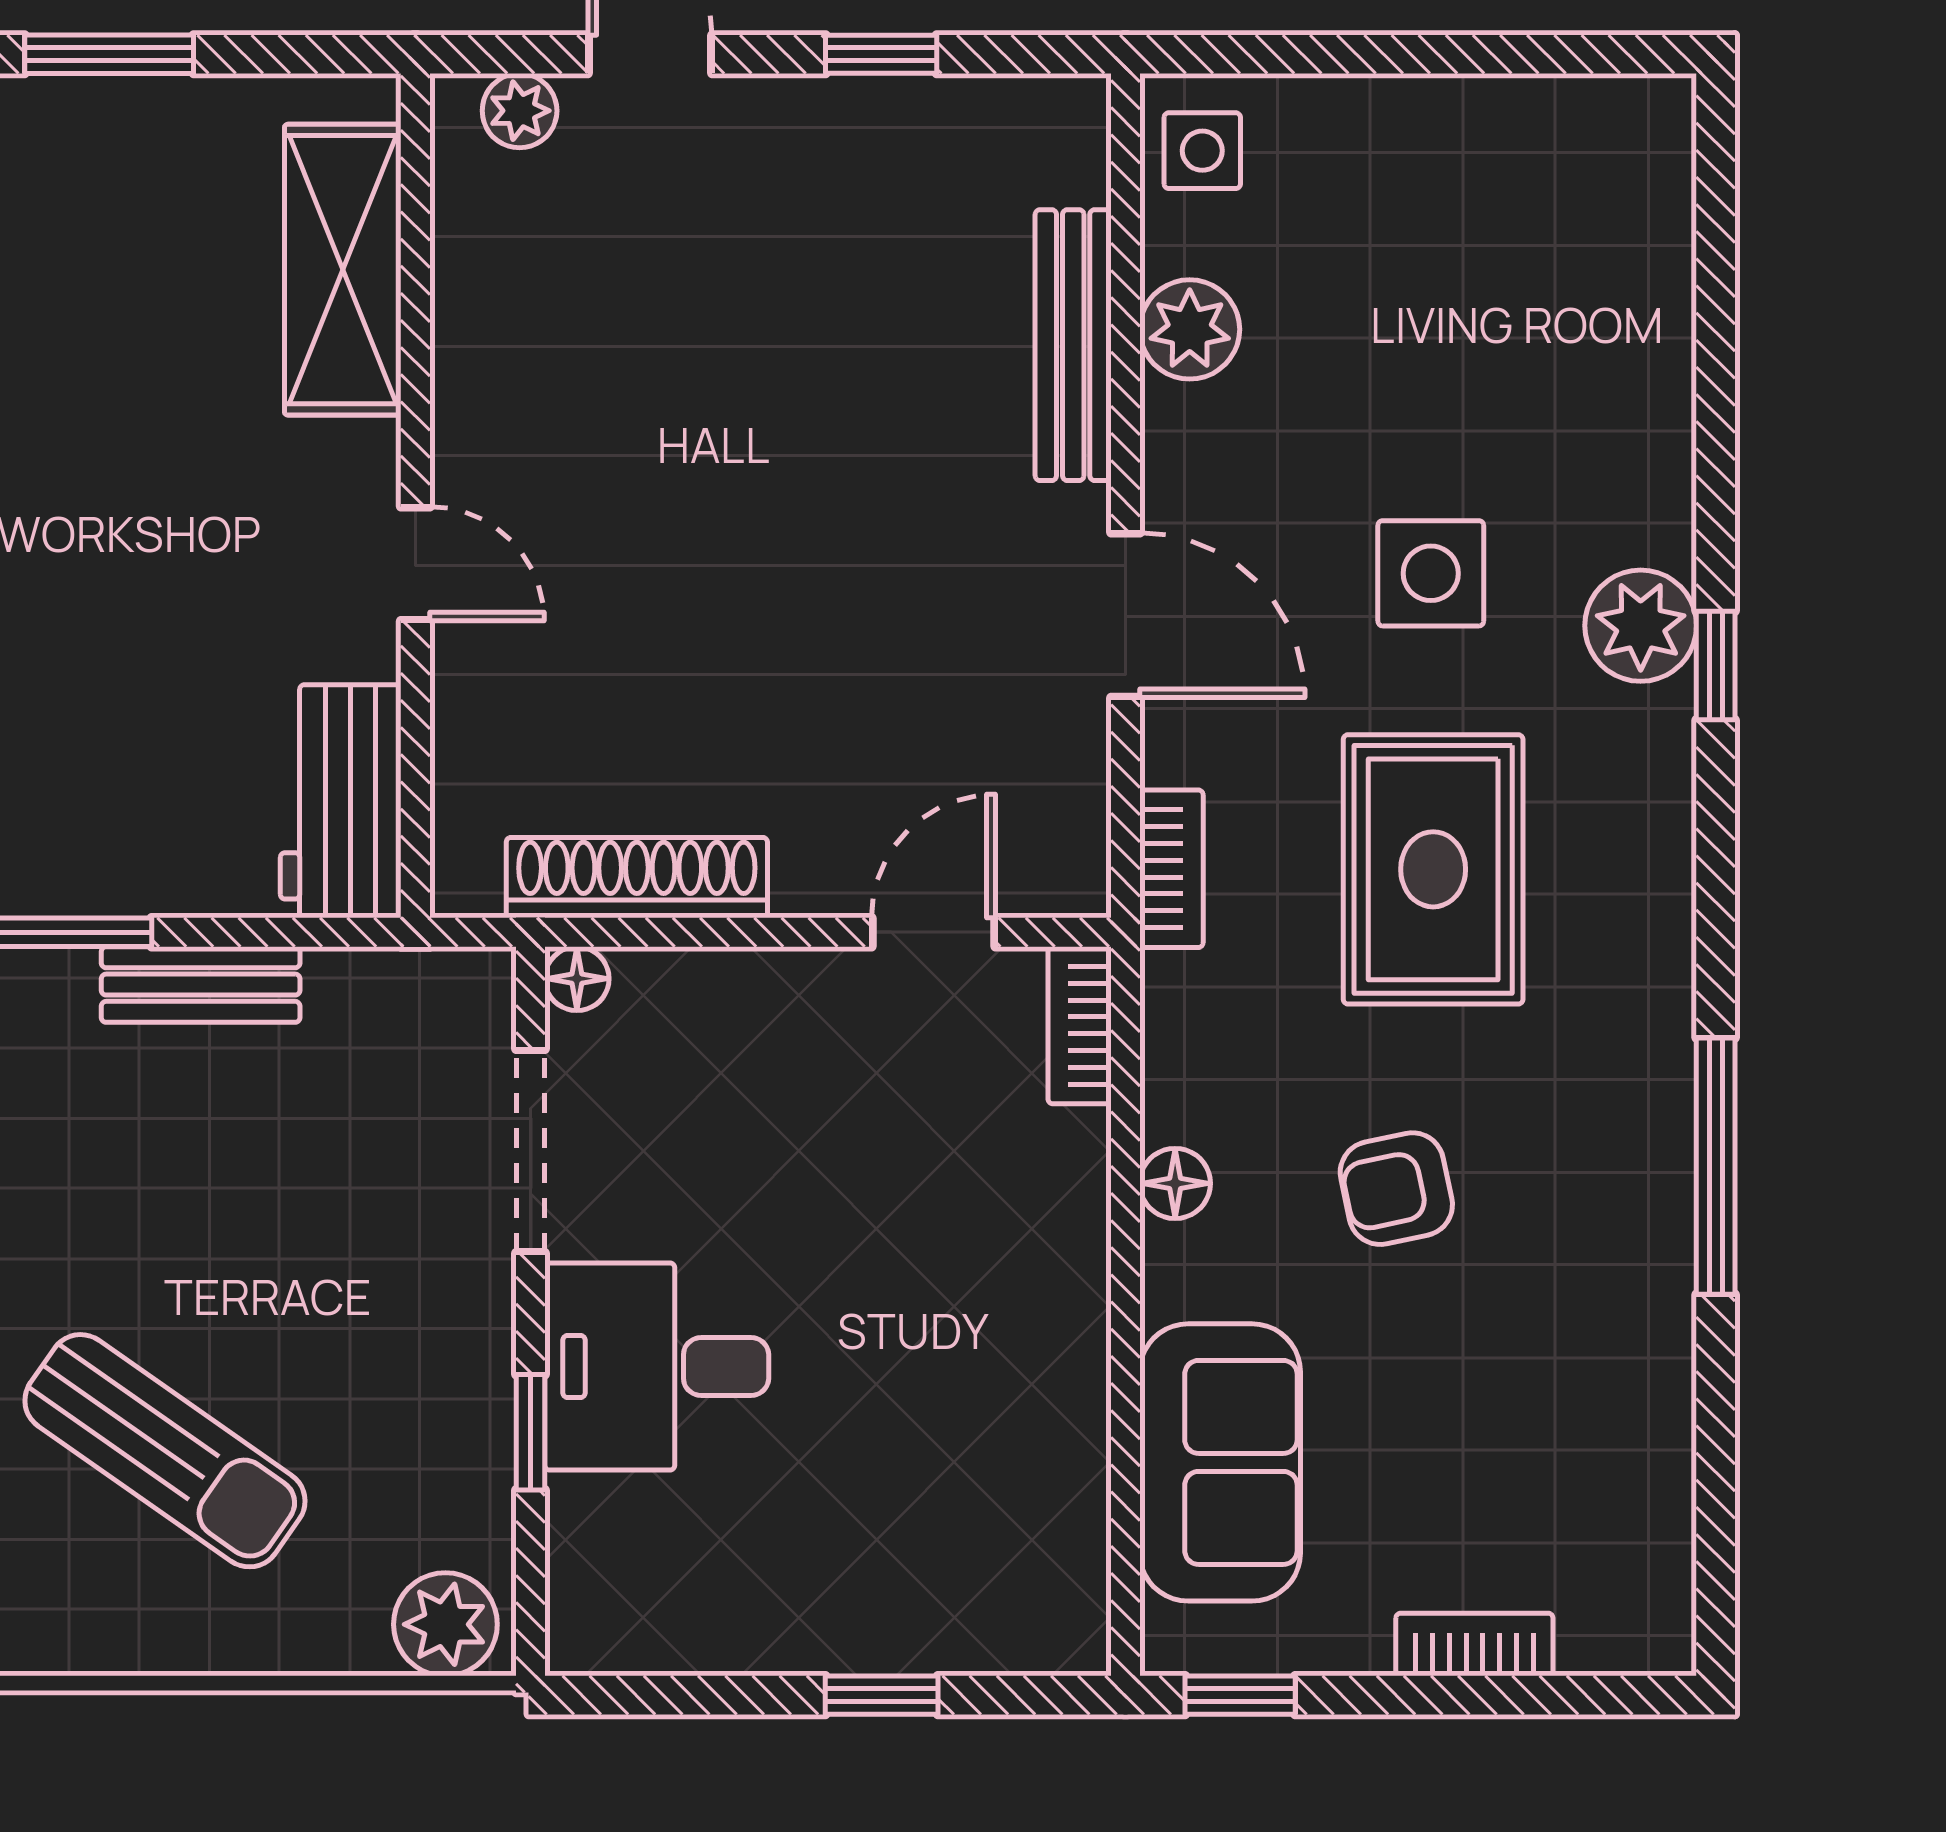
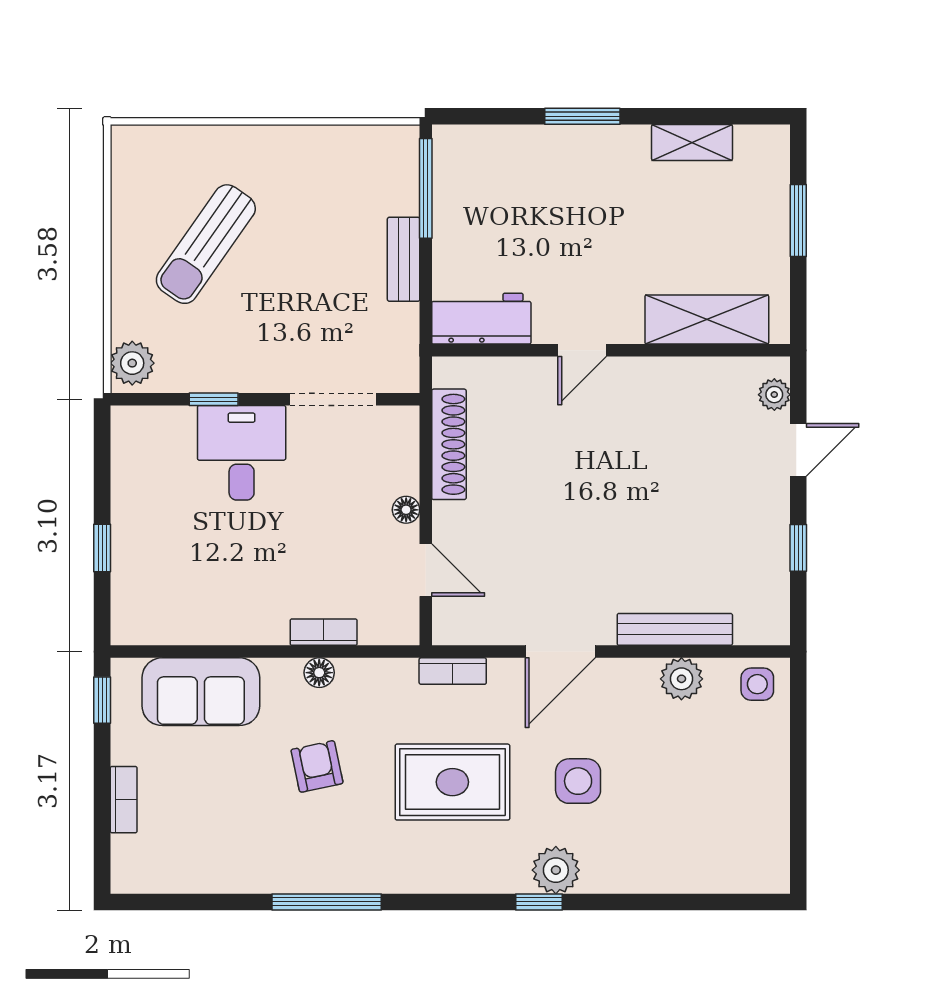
floor lamp: (577, 979) -> (406, 510), moved
bookcase: (1080, 1025) -> (324, 632), moved

